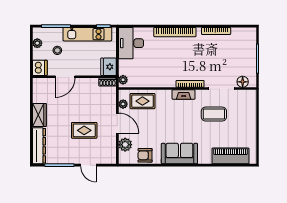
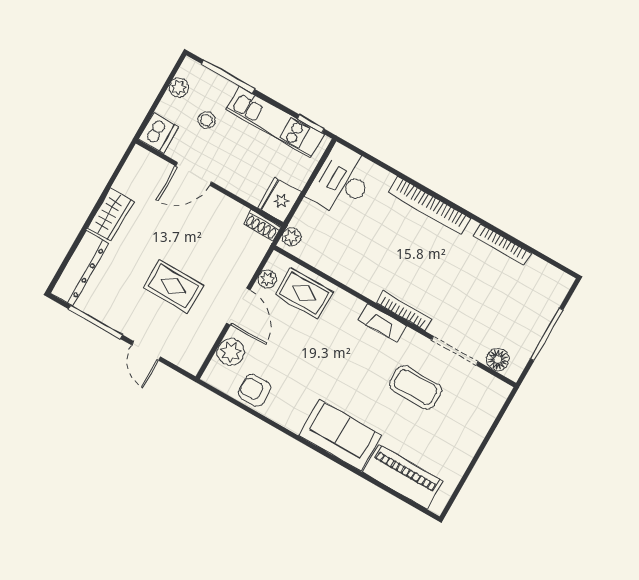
sofa: (179, 154) -> (340, 435), moved

